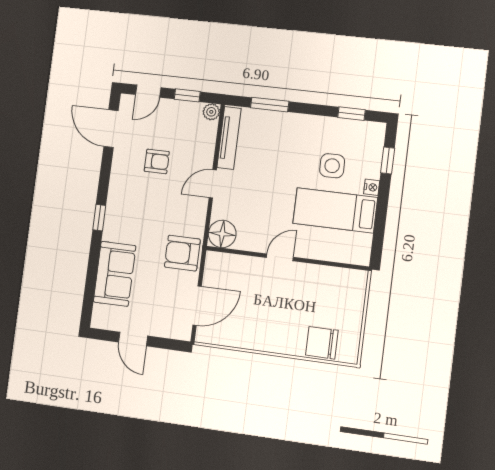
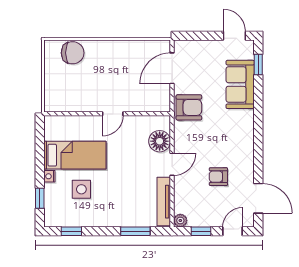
window: (99, 218) -> (258, 65), moved
floor lamp: (222, 234) -> (160, 141), moved
door: (133, 339) -> (234, 36), moved

